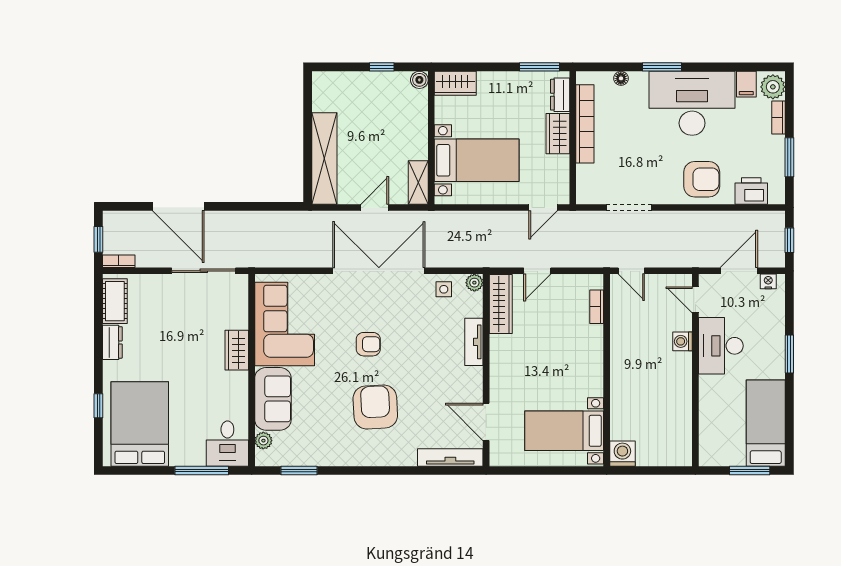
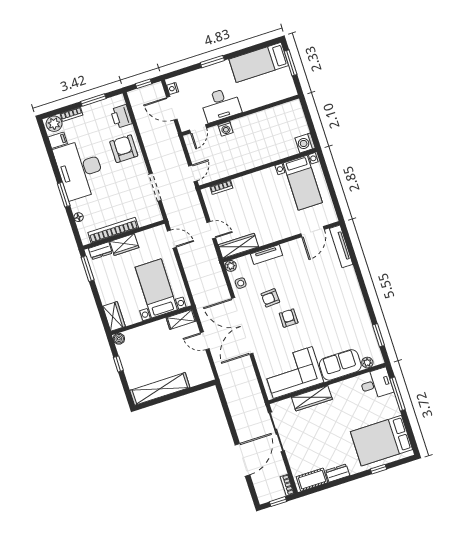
shelving: (324, 158) -> (160, 389), moved
wardrobe: (237, 350) -> (312, 398), width x1.50
armchair: (375, 407) -> (270, 298), moved, width x0.53, depth x0.53

